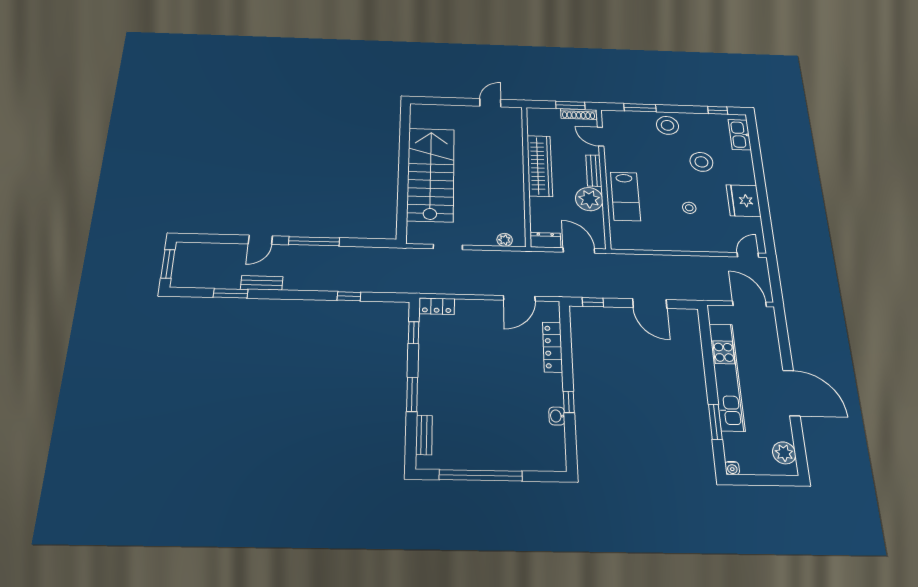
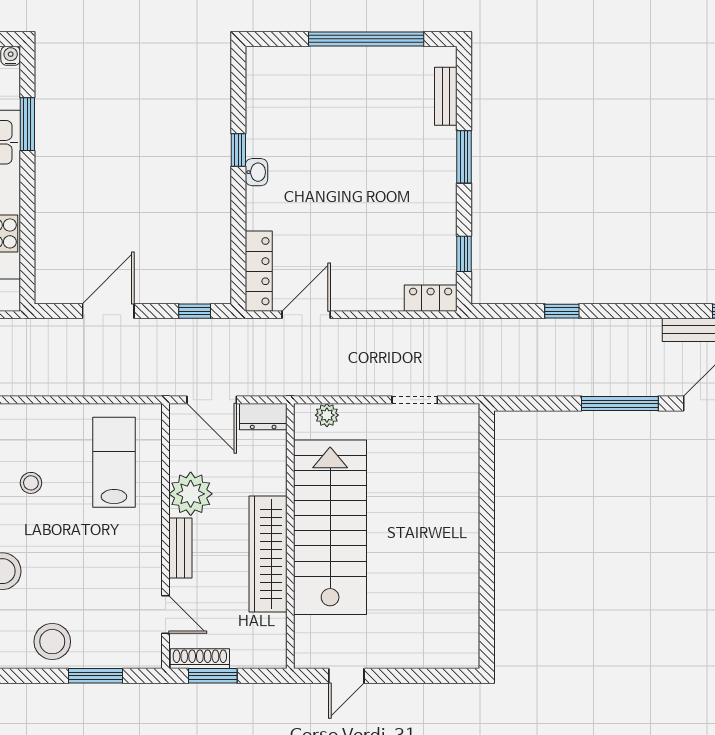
stairs: (431, 174) -> (330, 527), moved, turned 180
lab bench: (625, 196) -> (114, 462), moved
door: (650, 304) -> (108, 311), hinge flipped
locker: (553, 347) -> (259, 271), moved
washbasin: (557, 416) -> (256, 172), moved

